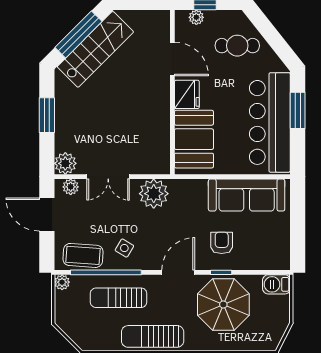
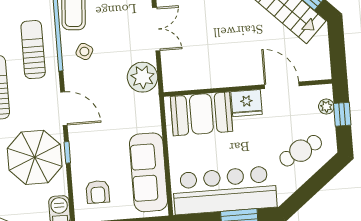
cafe table: (237, 46) -> (301, 151), turned 64
door: (172, 59) -> (282, 85), swing flipped
double door: (108, 177) -> (156, 29), swing flipped
armchair: (222, 243) -> (98, 192), moved, turned 90

